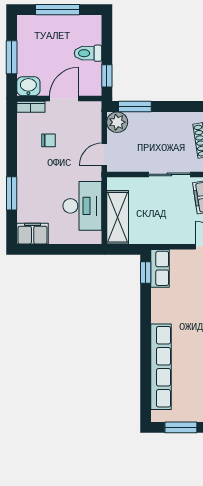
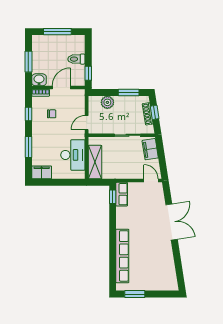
window: (135, 107) -> (129, 93), moved
plant: (117, 122) -> (107, 102), moved
window: (12, 141) -> (28, 114), added

